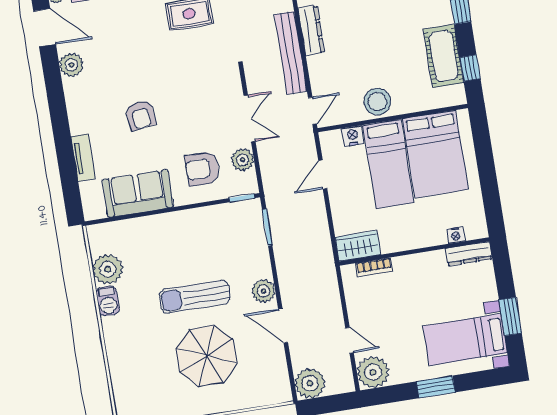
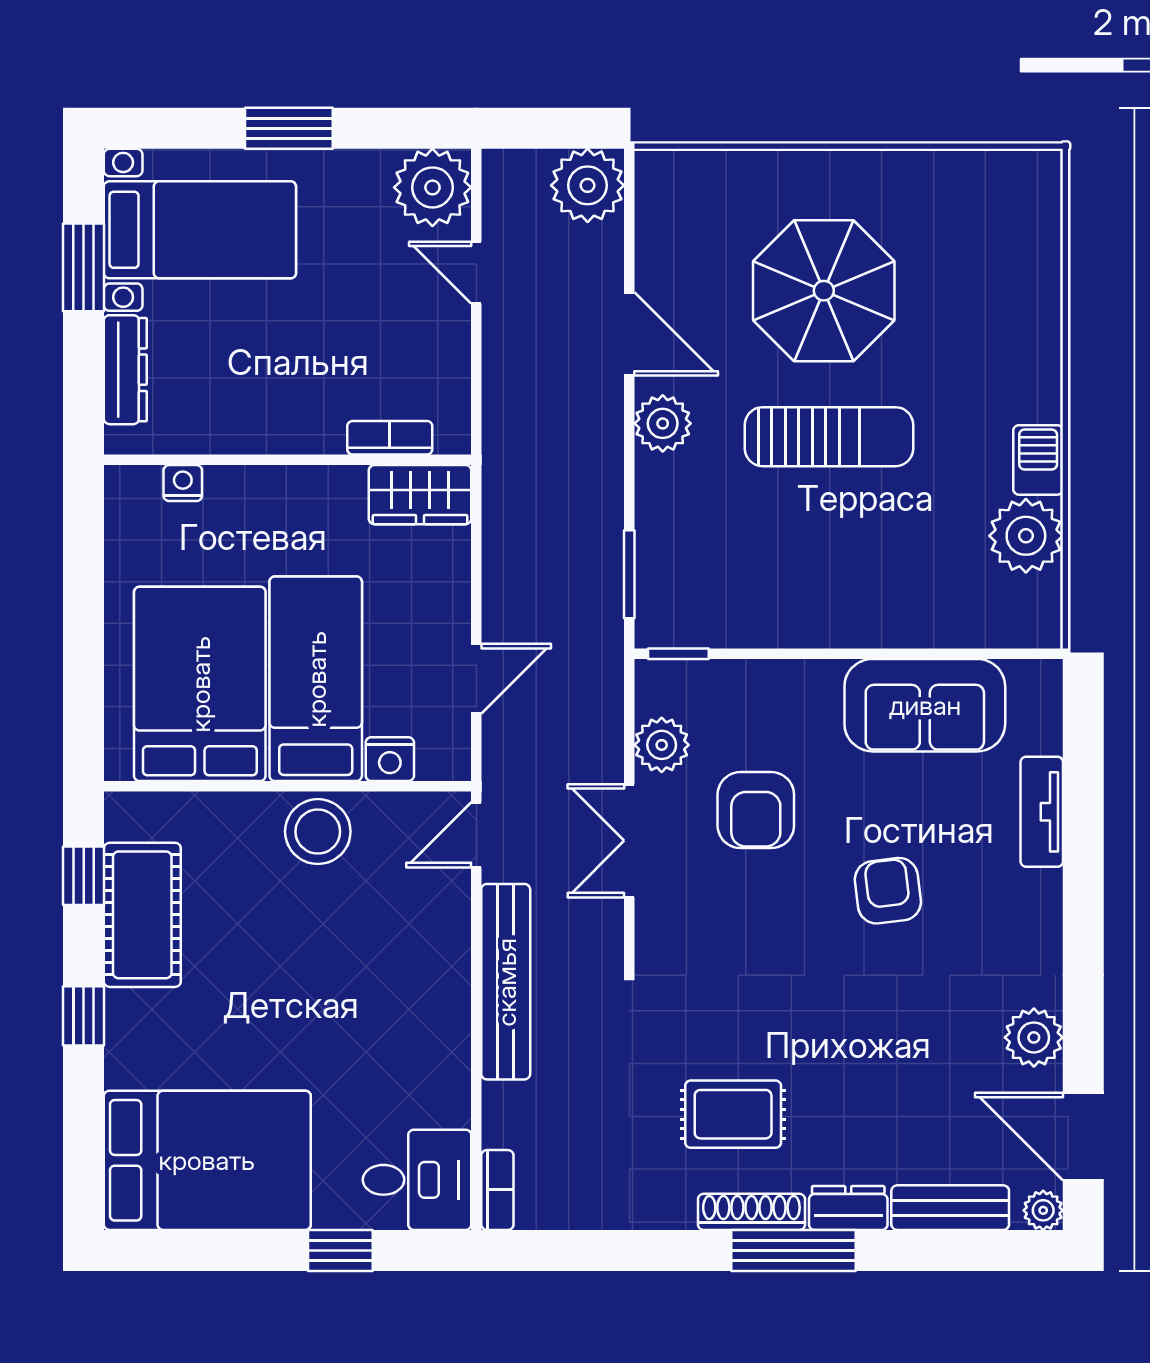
dresser: (311, 30) -> (448, 1027), removed
armchair: (202, 169) -> (756, 810), moved, turned 90
dresser: (469, 254) -> (125, 370), moved, turned 90

